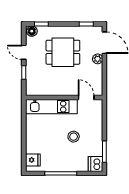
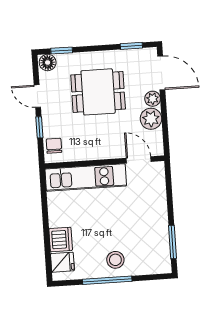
plant: (96, 72) -> (151, 119), added
chair: (32, 85) -> (54, 146), added
stool: (74, 137) -> (115, 260), moved
dishwasher: (95, 164) -> (61, 240), moved, turned 180

